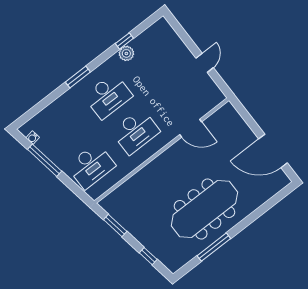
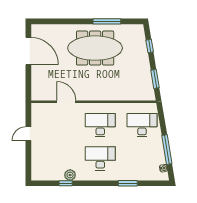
window: (78, 77) -> (128, 183), moved

